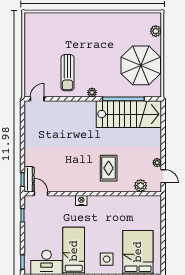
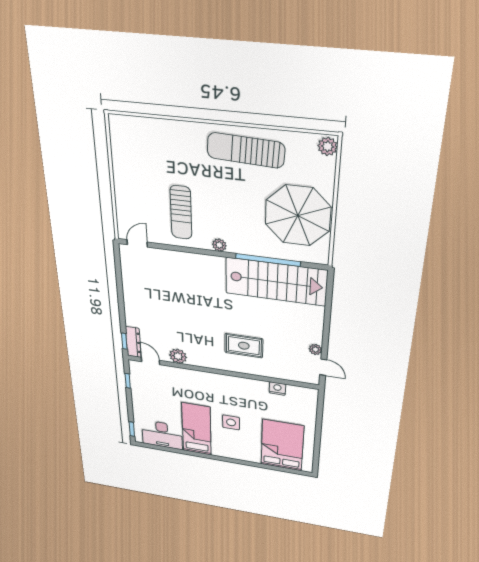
sun lounger: (108, 27) -> (246, 150), added
plant: (156, 31) -> (328, 146), moved
rug: (109, 168) -> (244, 346), turned 90
plant: (141, 186) -> (178, 356), moved
nightstand: (81, 201) -> (277, 388), moved
side table: (107, 259) -> (231, 422), moved

